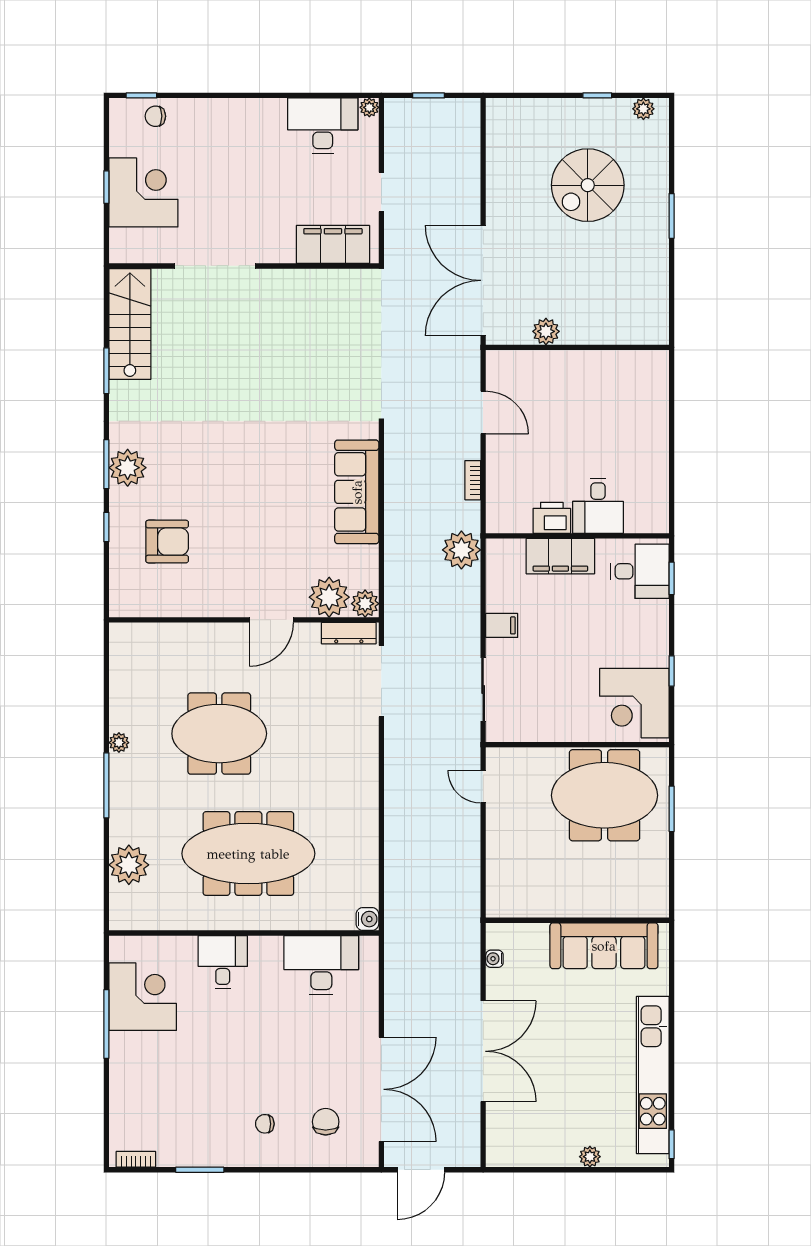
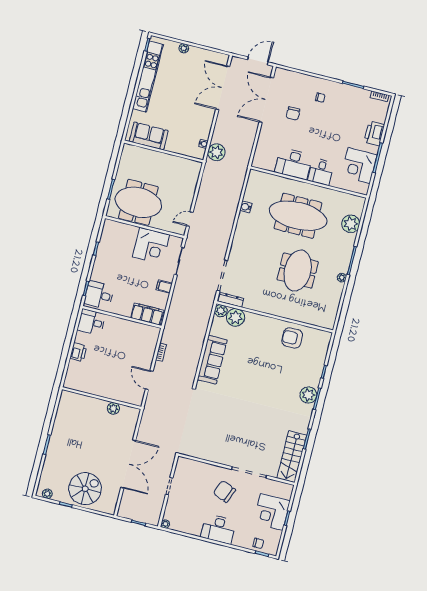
desk: (323, 126) -> (218, 529), moved
spiral stairs: (588, 185) -> (85, 489), moved
chair: (258, 211) -> (224, 491), added
filing cabinet: (333, 244) -> (196, 469), removed
double door: (483, 280) -> (128, 464), moved
desk: (598, 506) -> (91, 322), moved, turned -90
printer: (552, 518) -> (78, 352), moved, turned -90
armchair: (167, 542) -> (292, 338), moved
plant: (461, 550) -> (216, 152), moved
filing cabinet: (560, 556) -> (147, 314), moved
door: (271, 620) -> (263, 314), removed
corner desk: (634, 703) -> (151, 246), moved, turned 90
meeting table: (219, 734) -> (298, 271), turned 90
door: (483, 787) -> (190, 219), swing flipped
water cooler: (367, 919) -> (246, 207), moved
sofa: (604, 946) -> (149, 136), width x0.73
desk: (321, 965) -> (294, 164), moved
double door: (483, 1051) -> (223, 88), moved
printer: (127, 1075) -> (374, 133), added
chair: (326, 1122) -> (293, 113), moved

